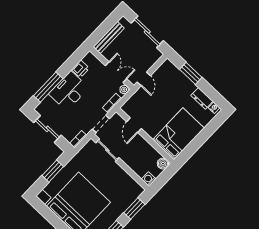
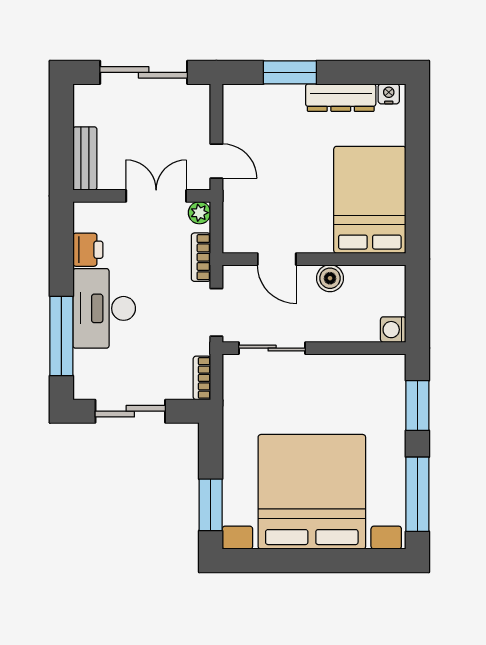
bench: (109, 37) -> (85, 158), width x0.73
dresser: (202, 98) -> (341, 98), width x1.44
boiler: (163, 164) -> (330, 278), moved
window: (53, 171) -> (211, 505), moved

